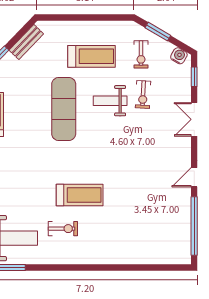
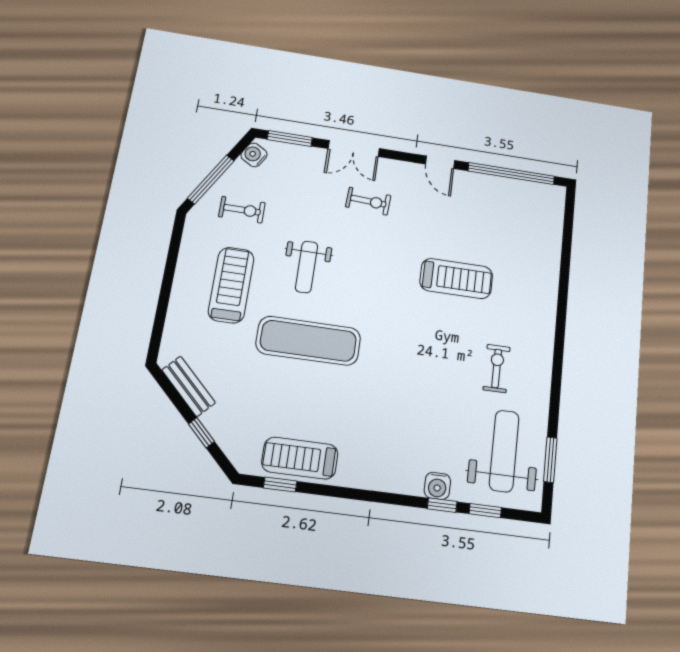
window: (158, 32) -> (211, 179), width x1.44
window: (194, 77) -> (290, 138), width x1.50
exercise bike: (143, 95) -> (368, 201), moved
treadmill: (80, 195) -> (456, 279), moved, turned 90

